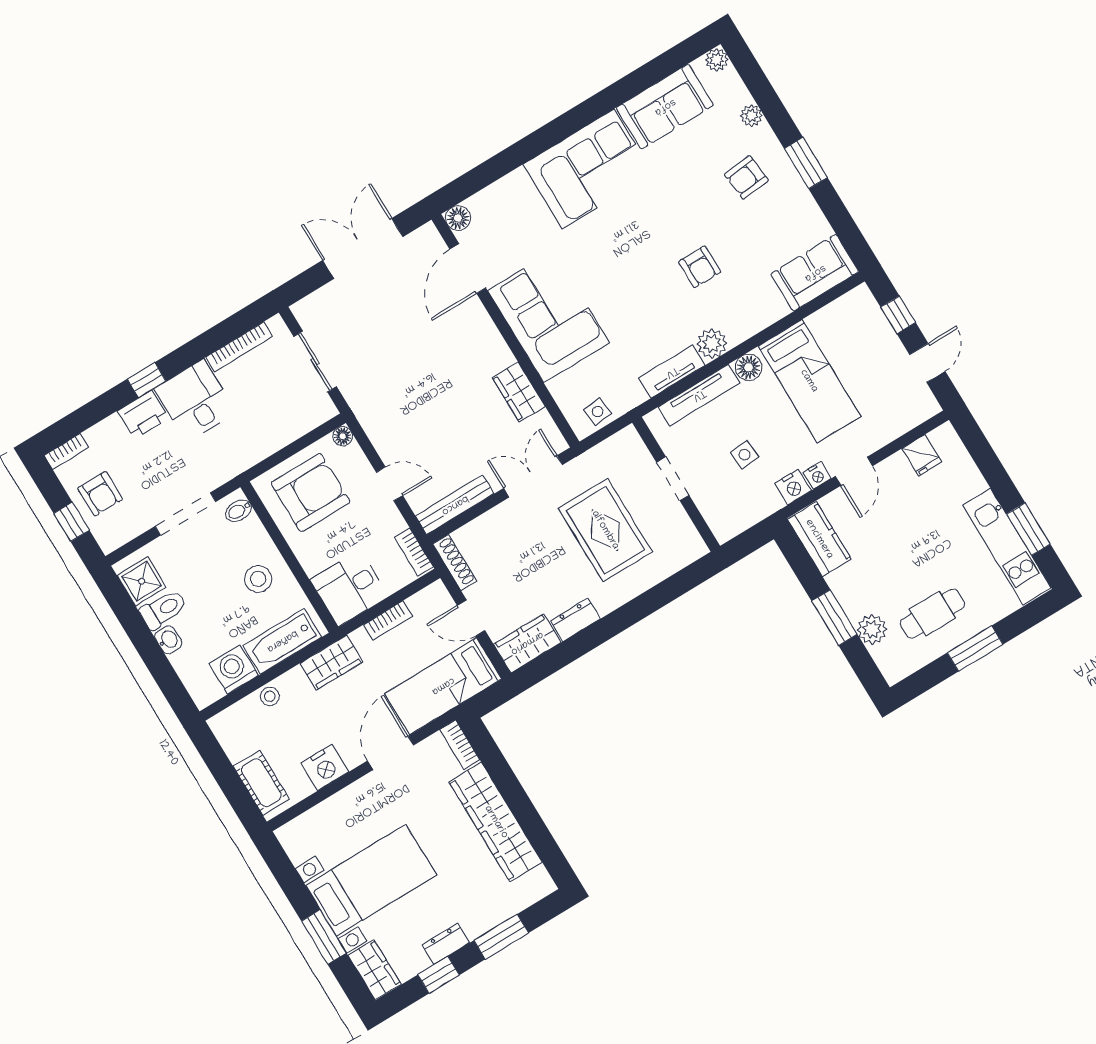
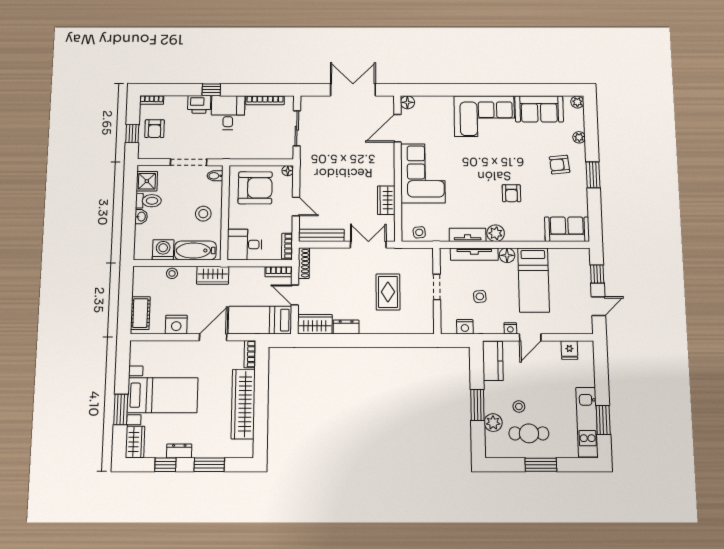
nightstand: (793, 487) -> (465, 327), moved
rug: (605, 530) -> (388, 292), width x0.73, depth x0.70
stool: (896, 583) -> (519, 406), added
bookcase: (388, 621) -> (279, 272), moved

